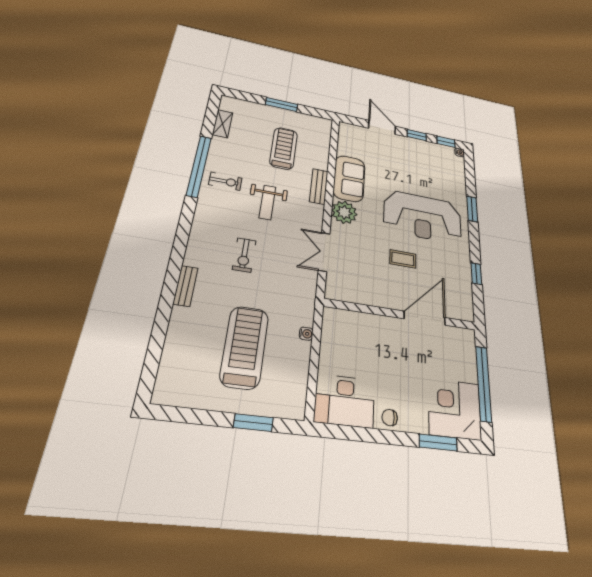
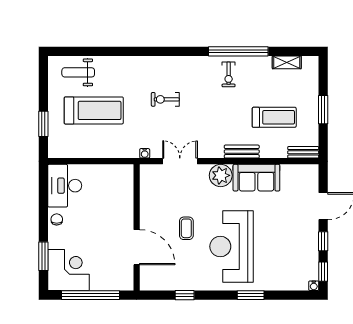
weight bench: (267, 202) -> (78, 72), moved
bench: (185, 286) -> (303, 152), moved
water cooler: (306, 334) -> (145, 153), moved

